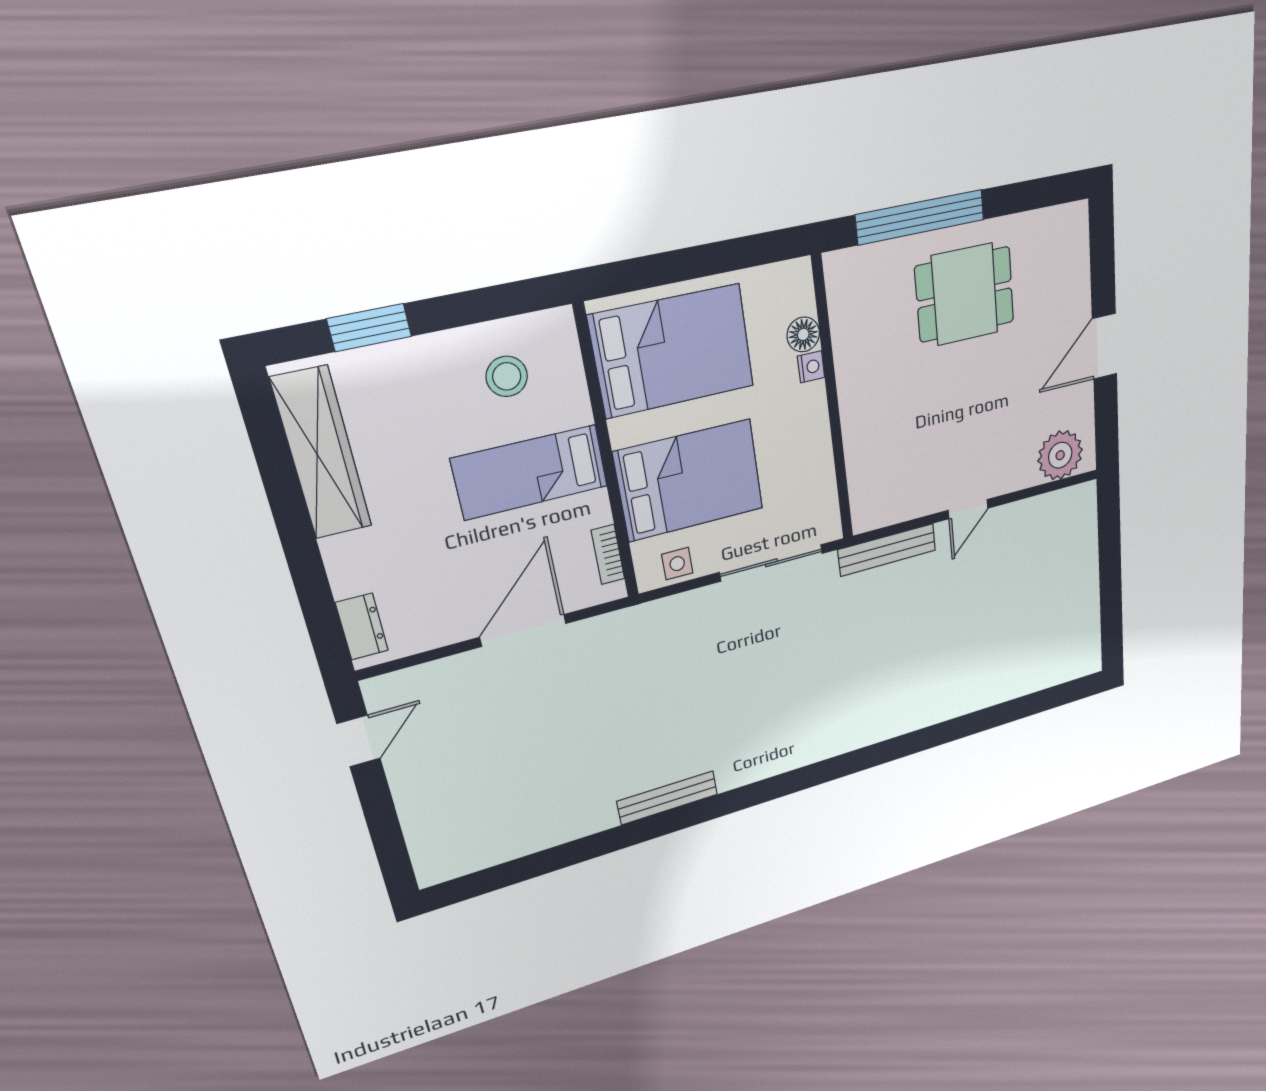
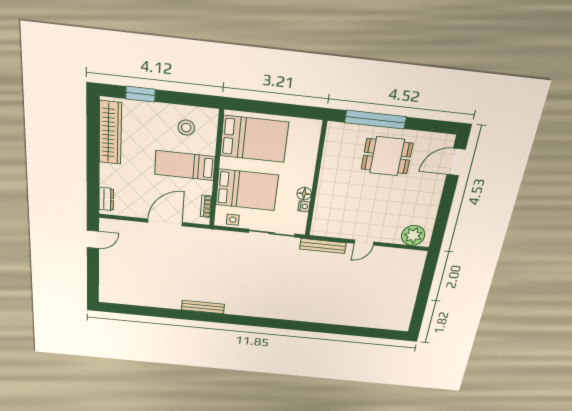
floor lamp: (803, 334) -> (304, 194), moved
door: (1105, 346) -> (456, 162), moved
nightstand: (811, 367) -> (304, 206), moved

